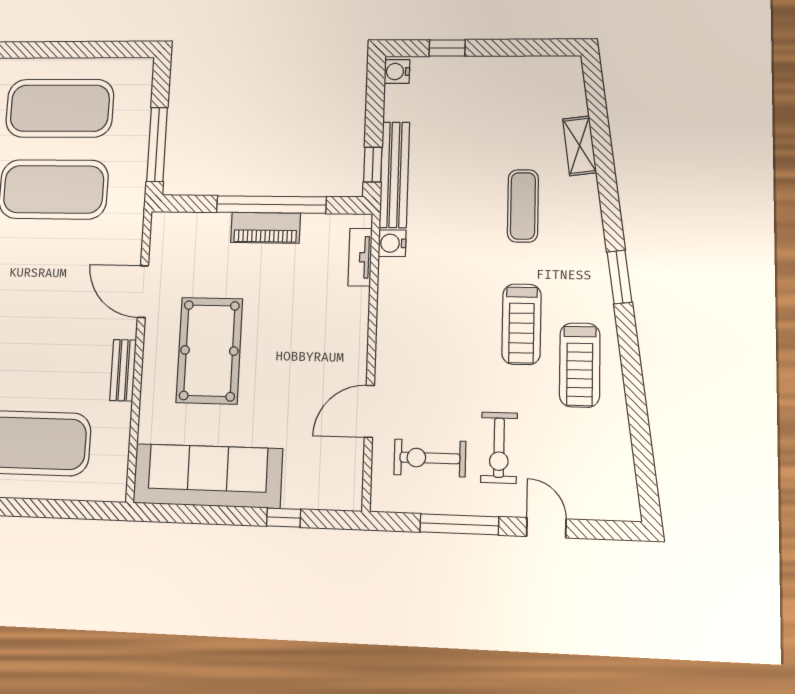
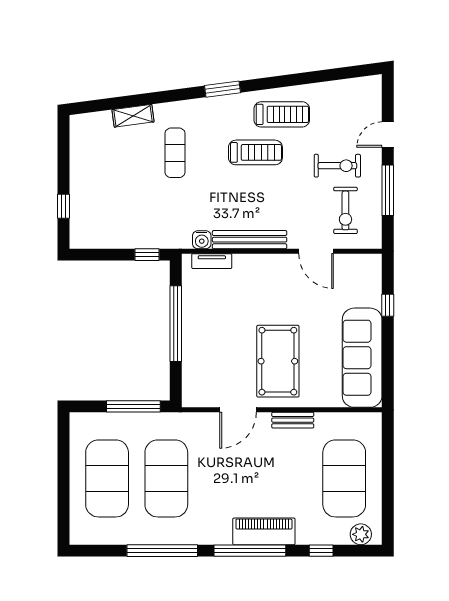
water cooler: (397, 71) -> (80, 240), removed
bench: (394, 175) -> (250, 240), moved
exercise mat: (523, 206) -> (175, 153), turned 90
piano: (265, 228) -> (192, 327), removed
pool table: (209, 351) -> (278, 361), turned 90

